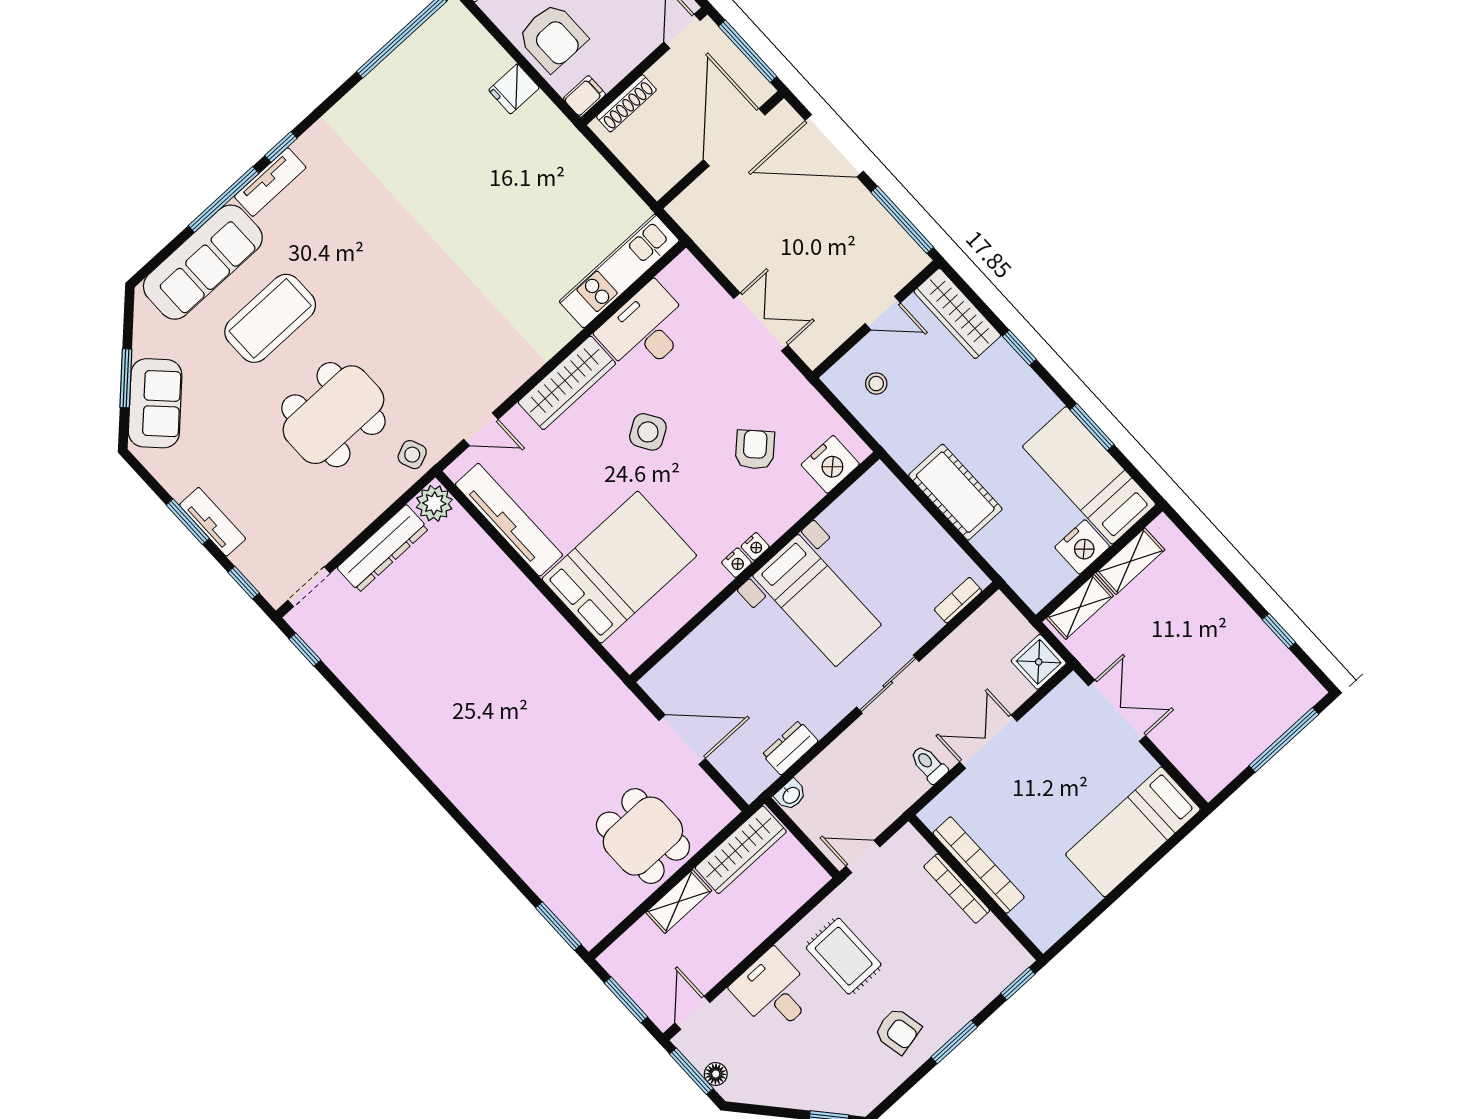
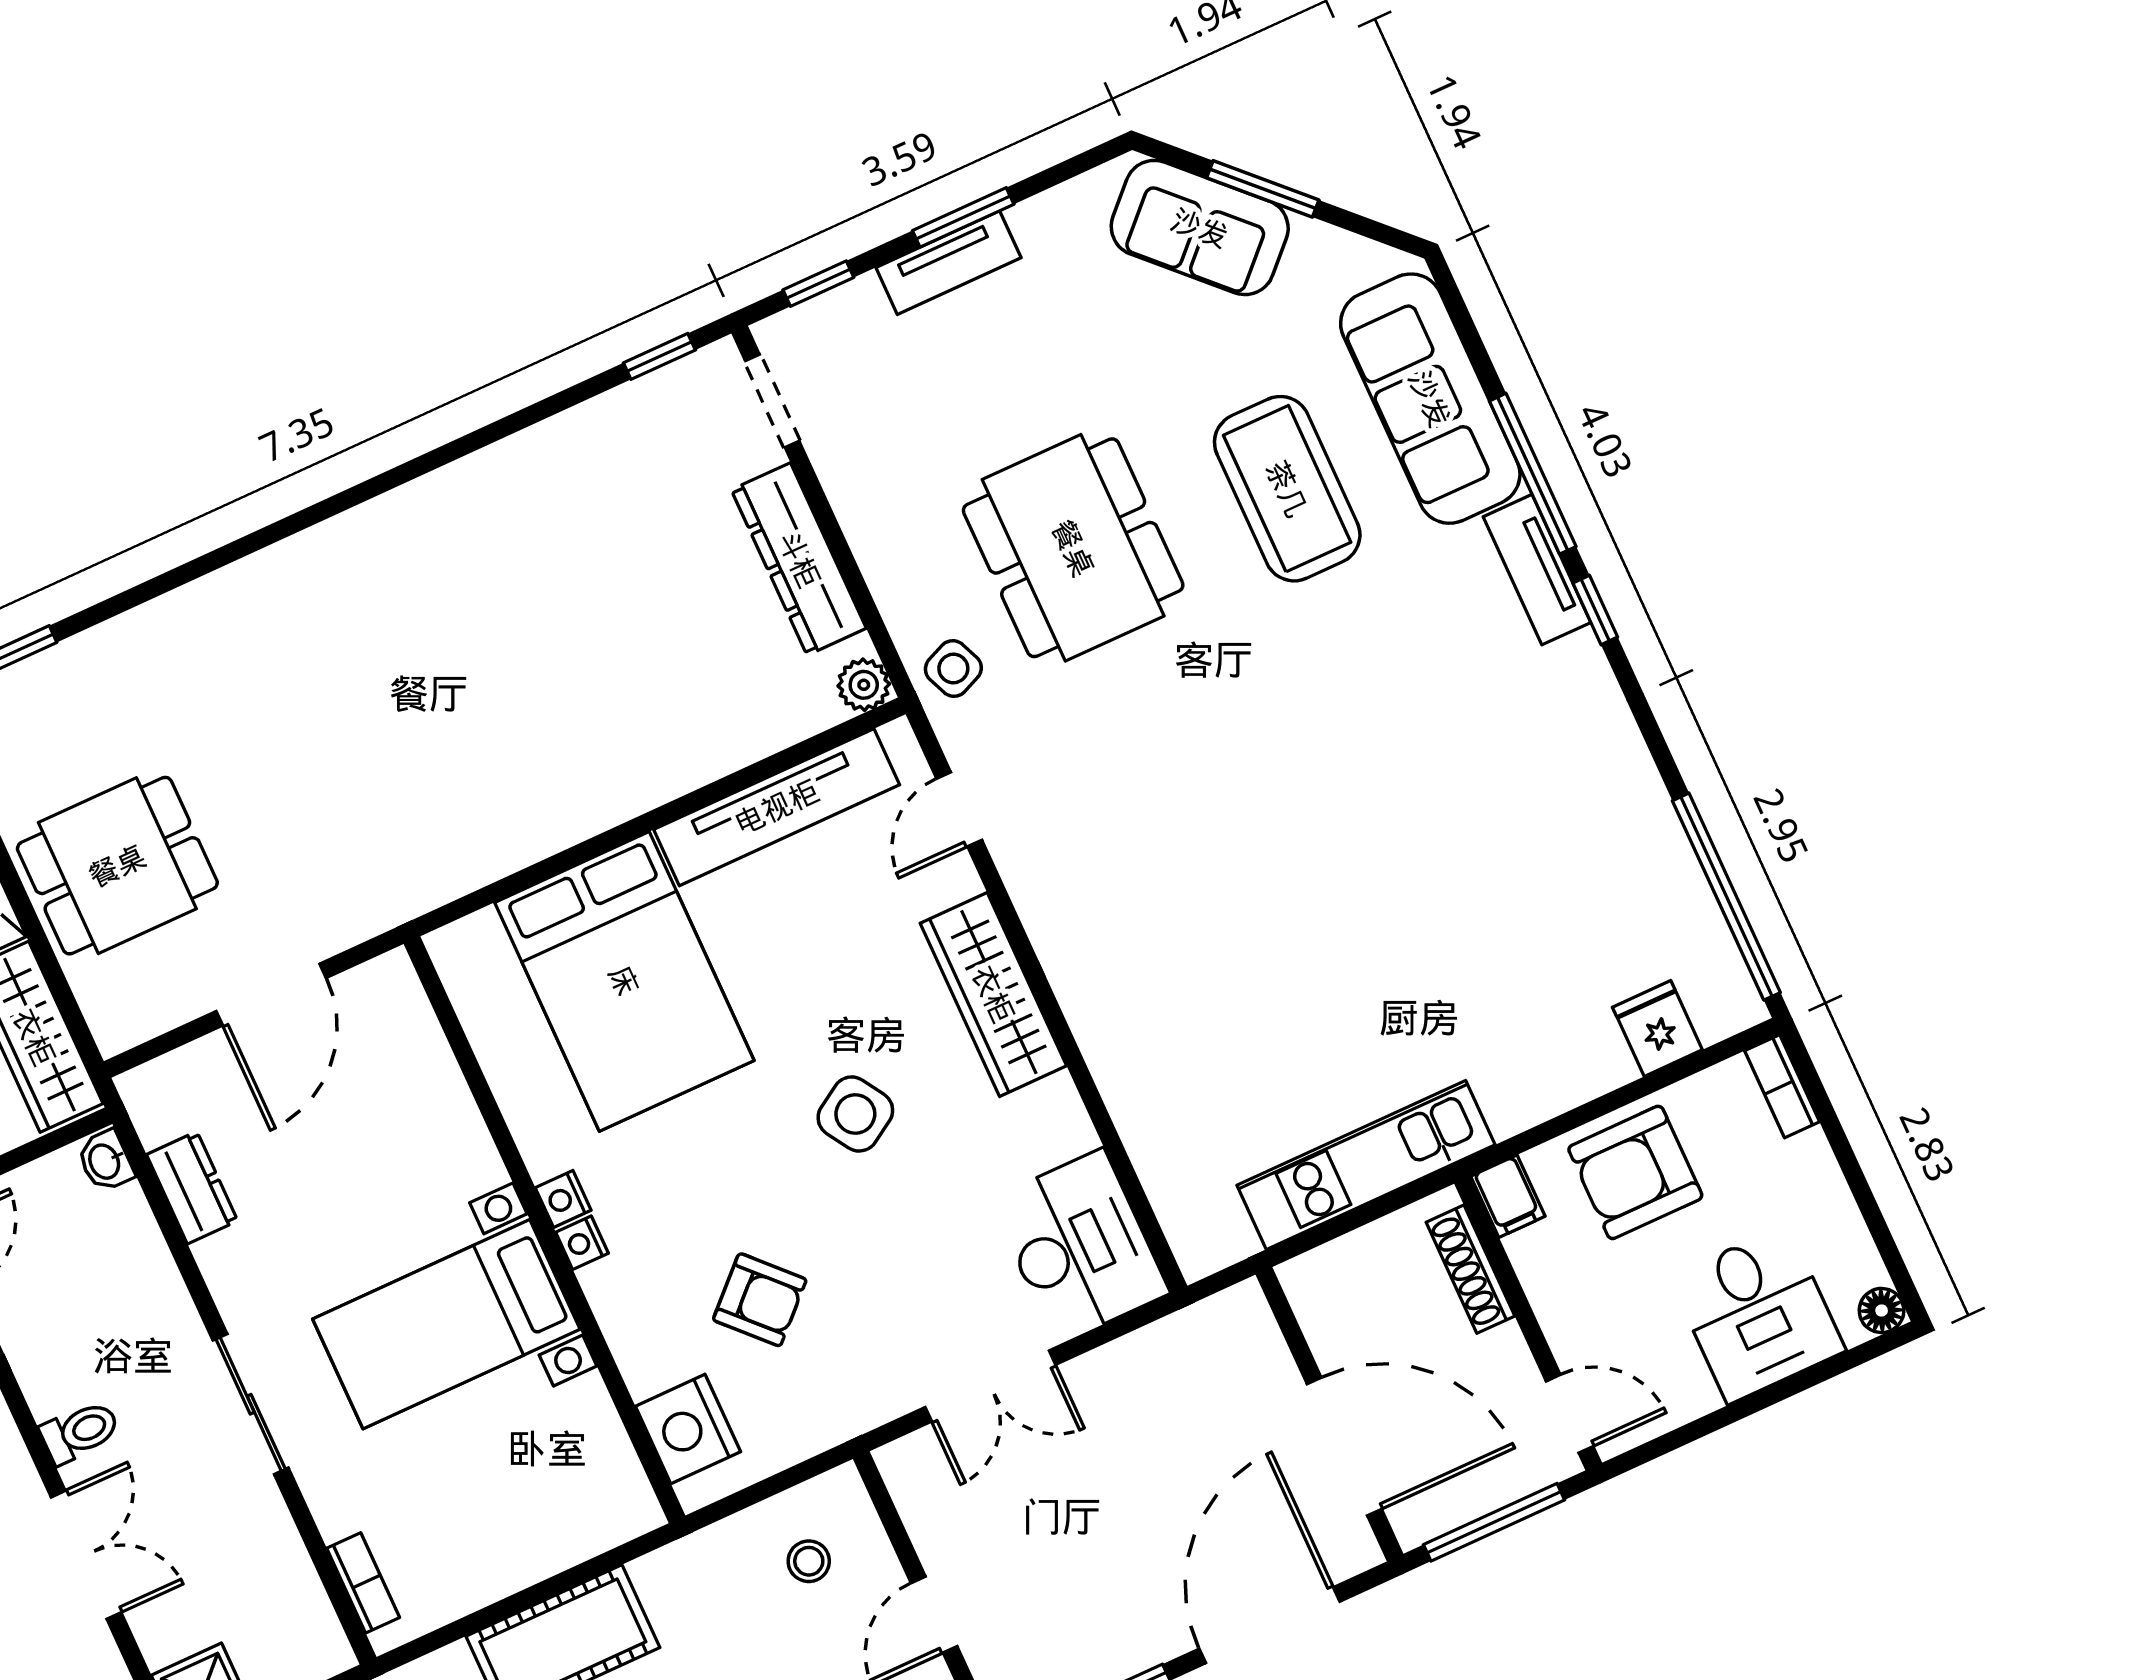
fridge: (514, 89) -> (1657, 1028), moved
kitchen unit: (619, 271) -> (1366, 1165), moved, turned -90
desk: (645, 329) -> (1080, 1246), moved
plant: (434, 503) -> (864, 685), width x0.73, depth x0.73

